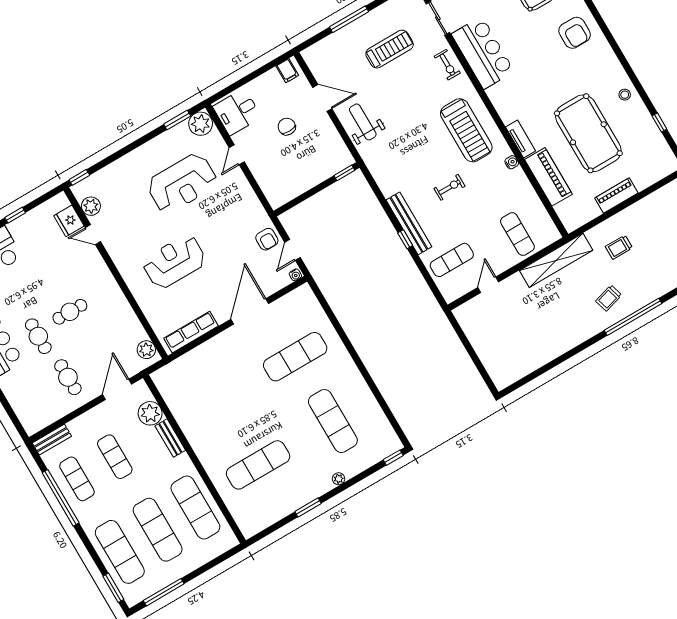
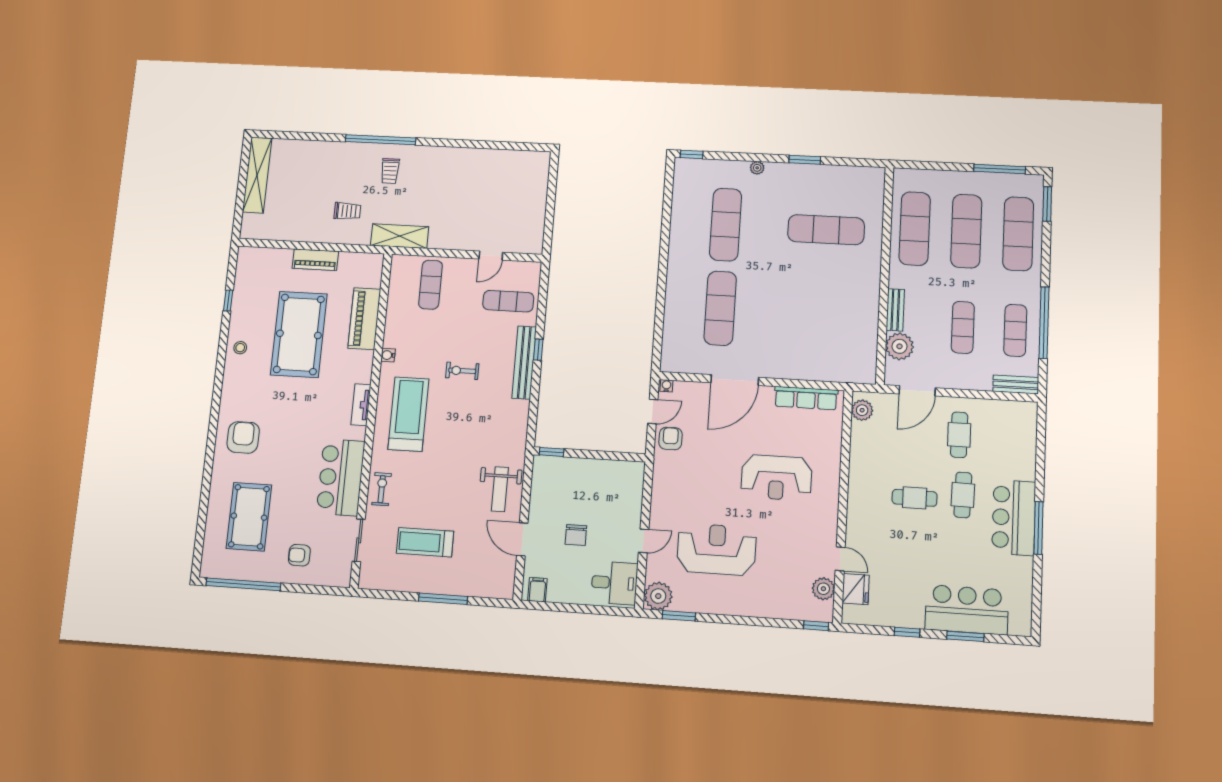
tv unit: (521, 139) -> (361, 405), moved
shelving: (556, 260) -> (400, 236), width x0.68
trolley: (609, 298) -> (390, 171), turned 106
exercise mat: (295, 357) -> (720, 308), turned 90

